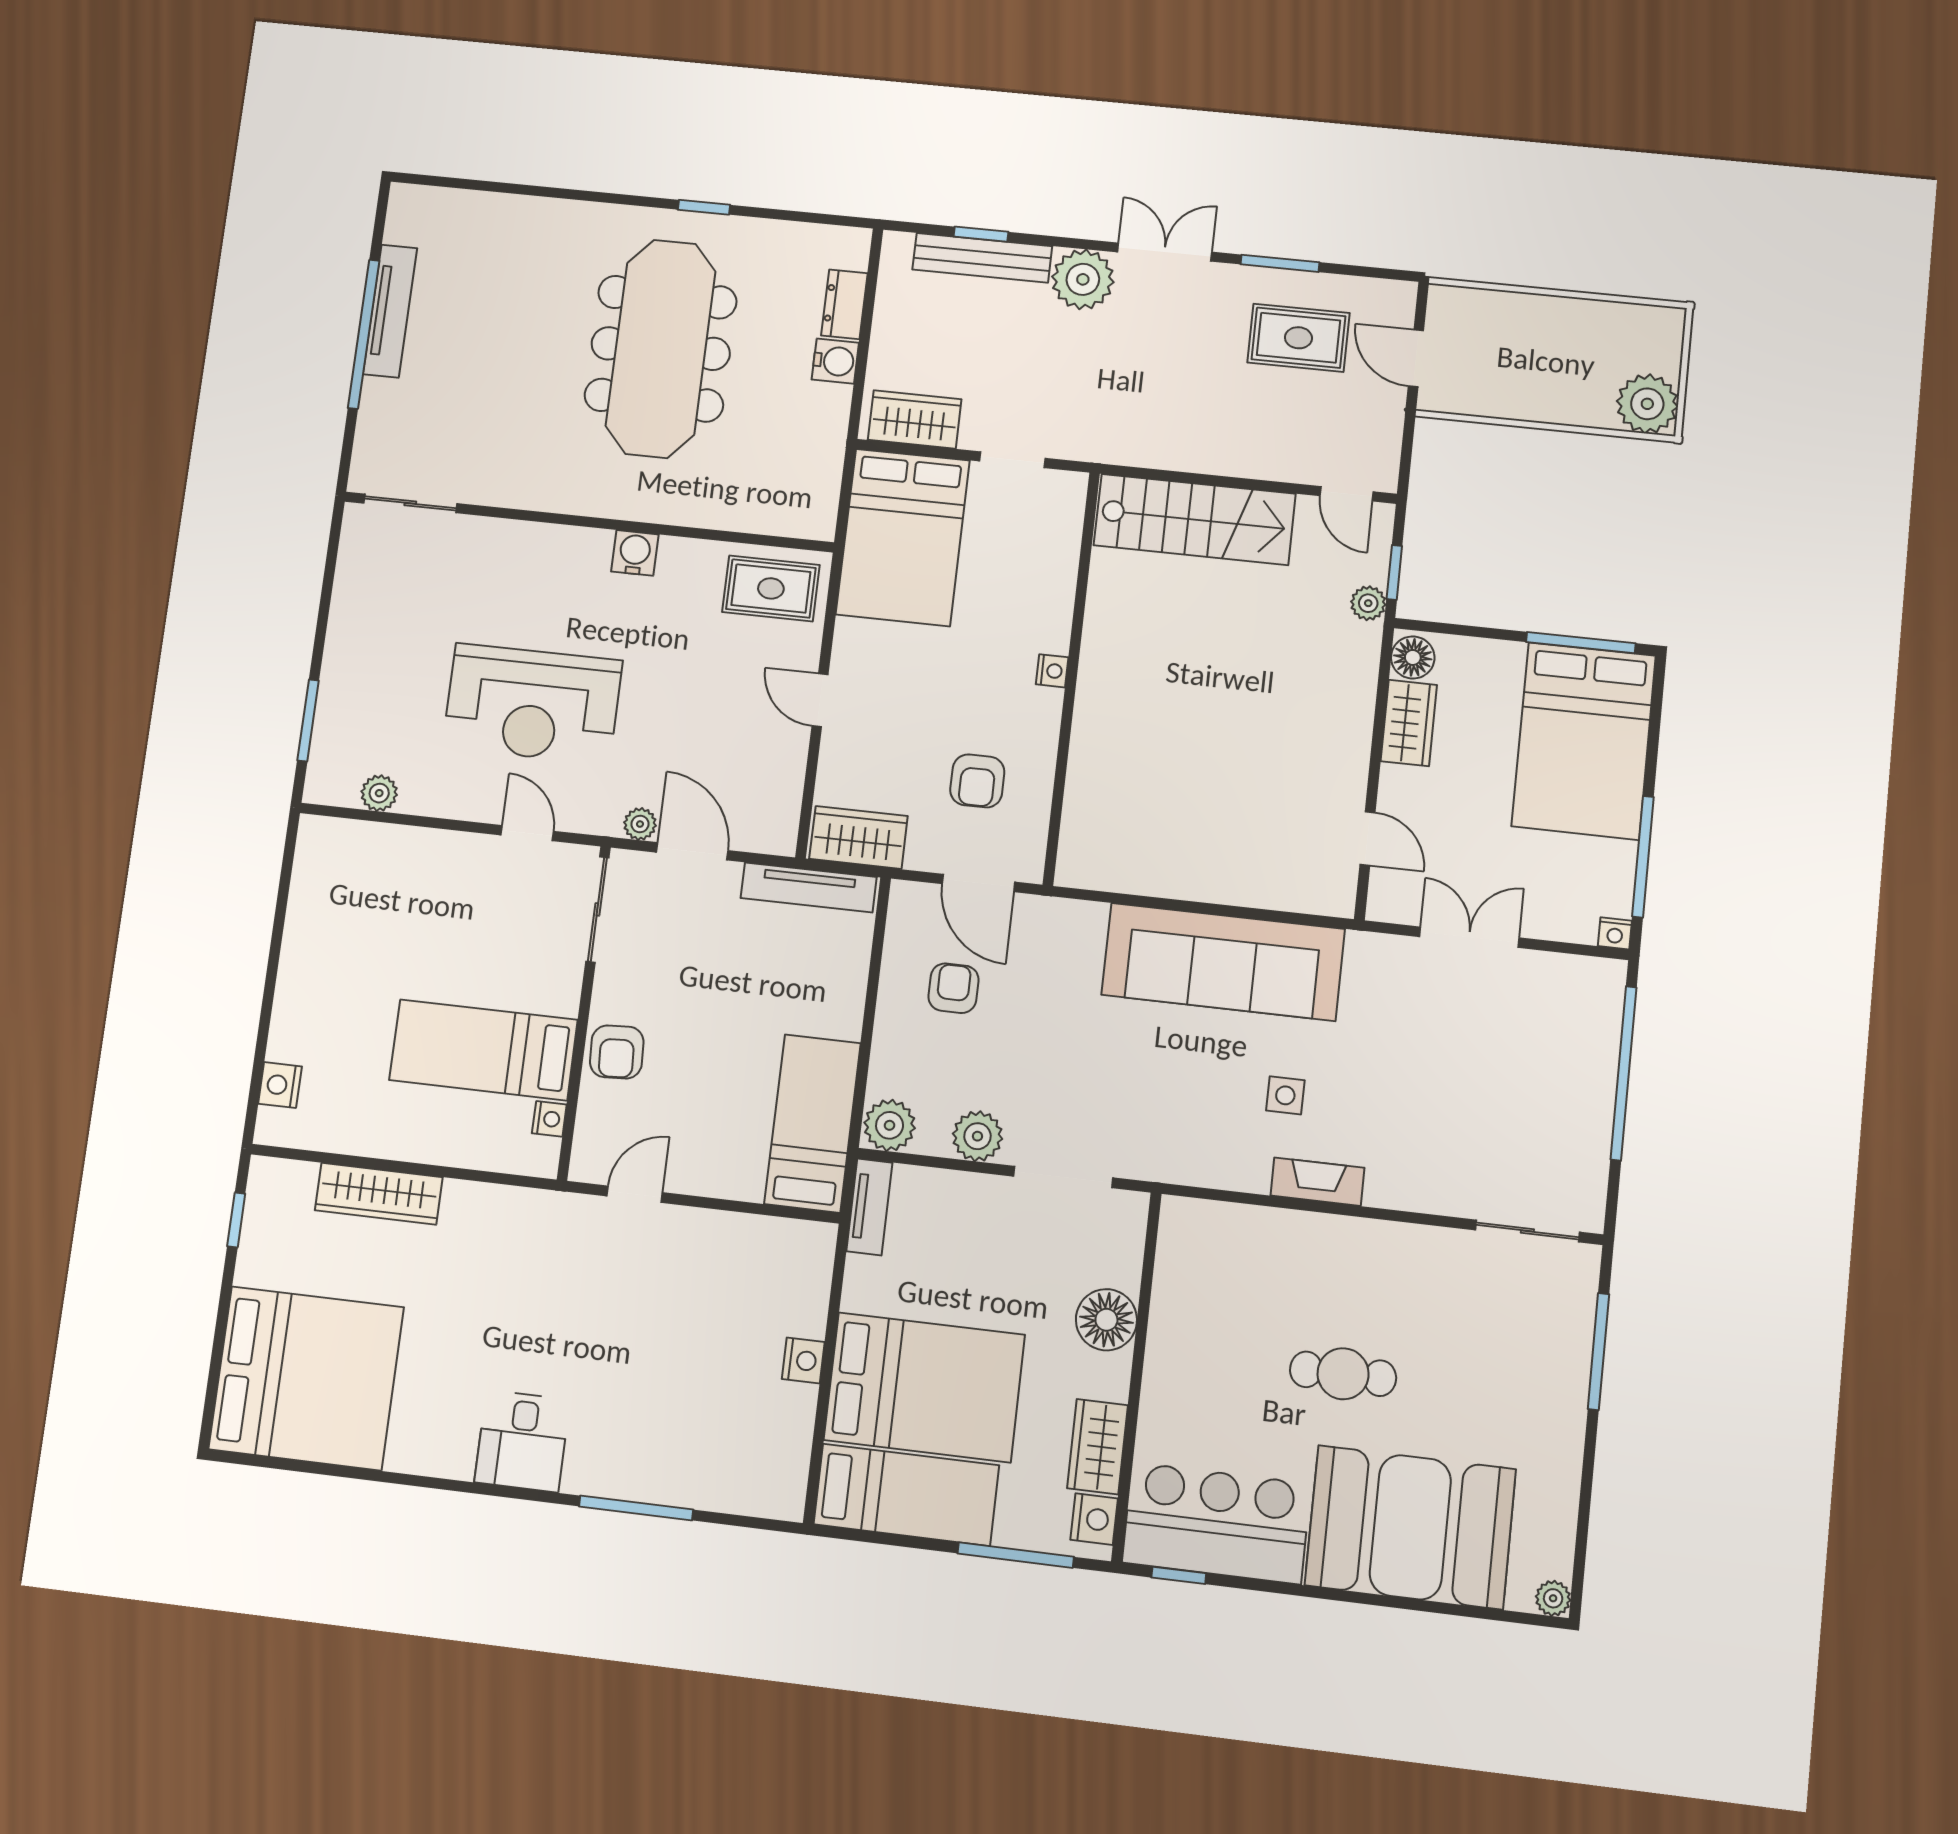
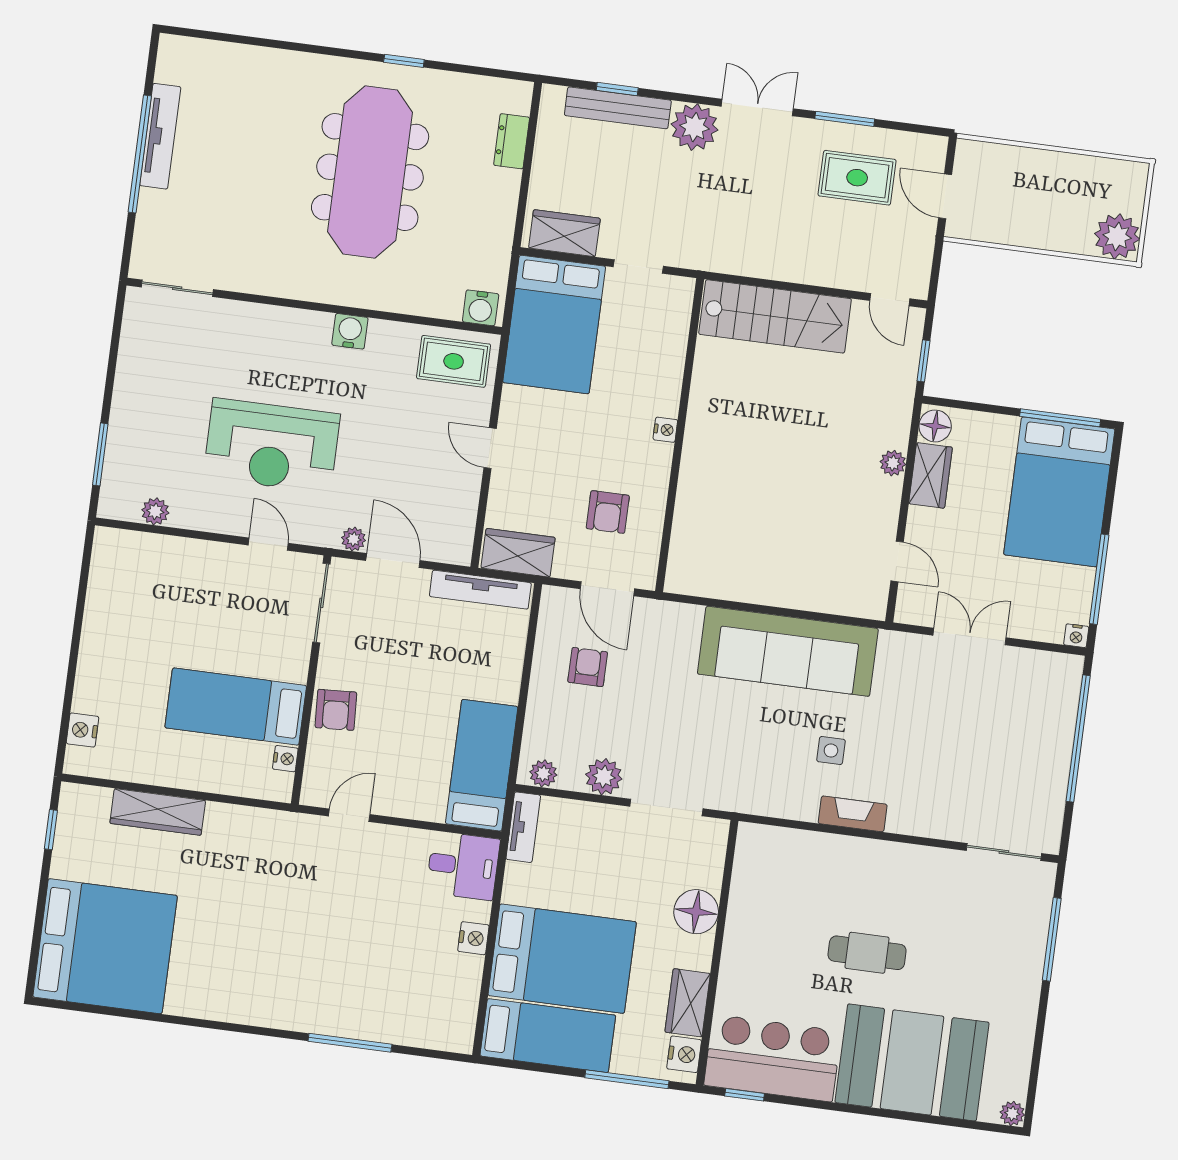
water cooler: (835, 361) -> (481, 308), moved, turned 90
plant: (1368, 603) -> (893, 463), moved
plant: (890, 1125) -> (543, 773), width x0.73, depth x0.73
desk: (522, 1441) -> (463, 866), moved, turned -90

